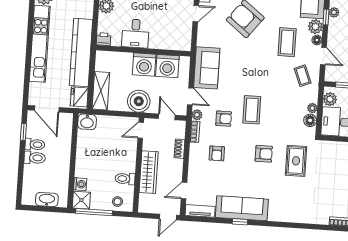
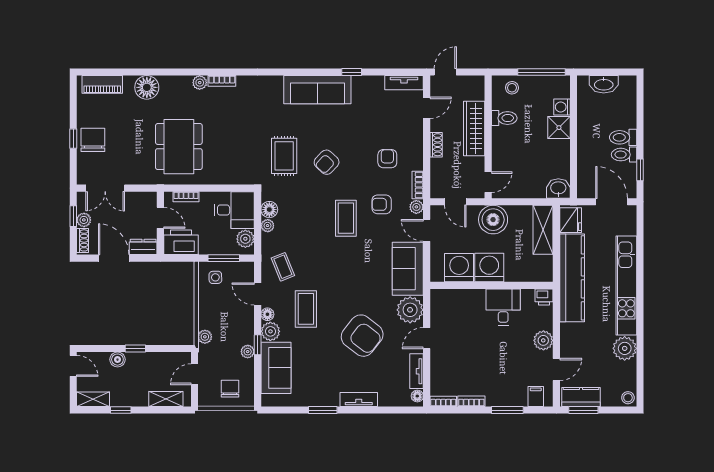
plant: (207, 36) -> (410, 310), added
shoe rack: (180, 149) -> (436, 145), moved
armchair: (264, 154) -> (327, 162), turned -47
shower: (81, 200) -> (559, 128), moved
sofa: (242, 208) -> (317, 90), moved

